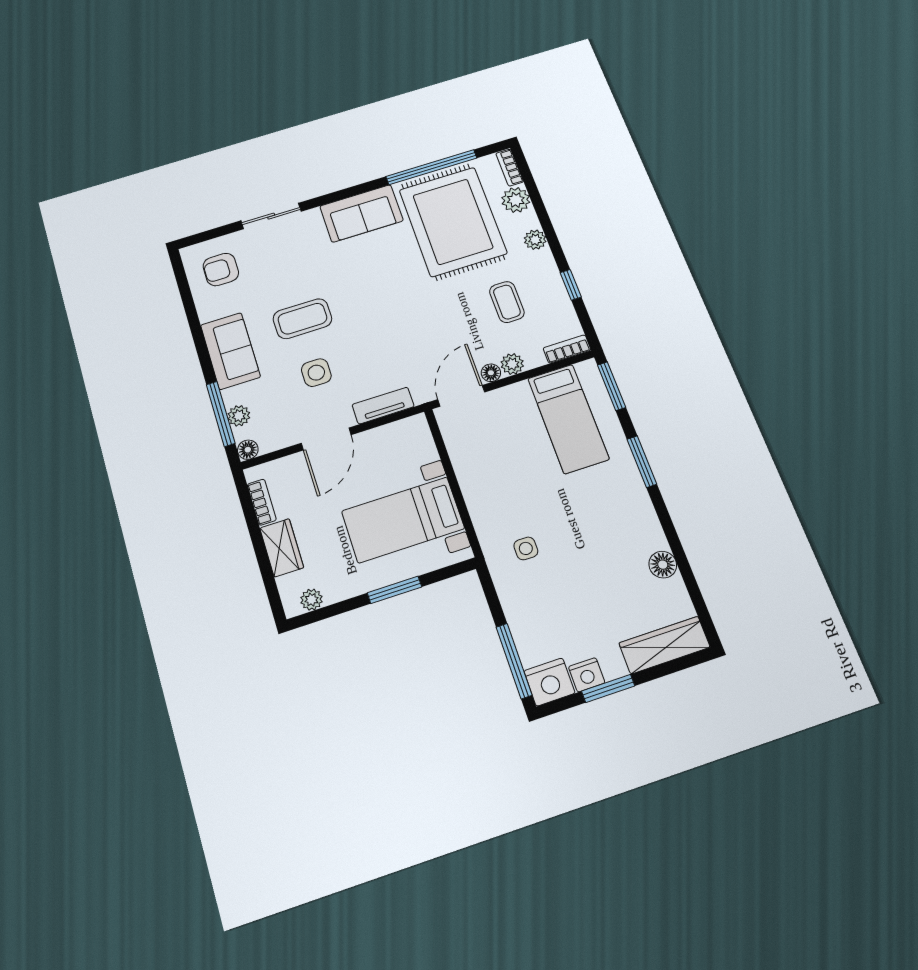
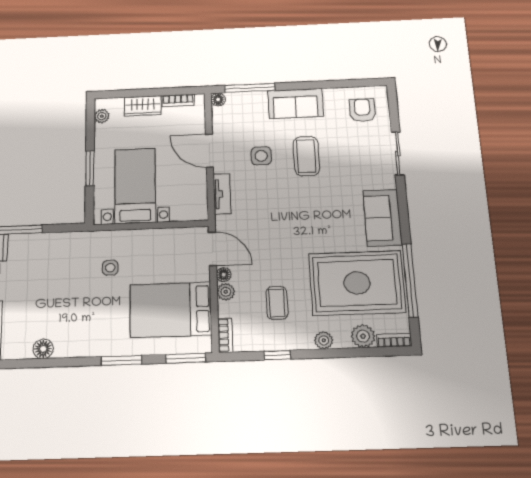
coffee table: (507, 302) -> (277, 303), turned 90
plant: (239, 416) -> (245, 99), removed
bed: (568, 419) -> (171, 310), width x1.50
side table: (526, 548) -> (110, 268), moved

